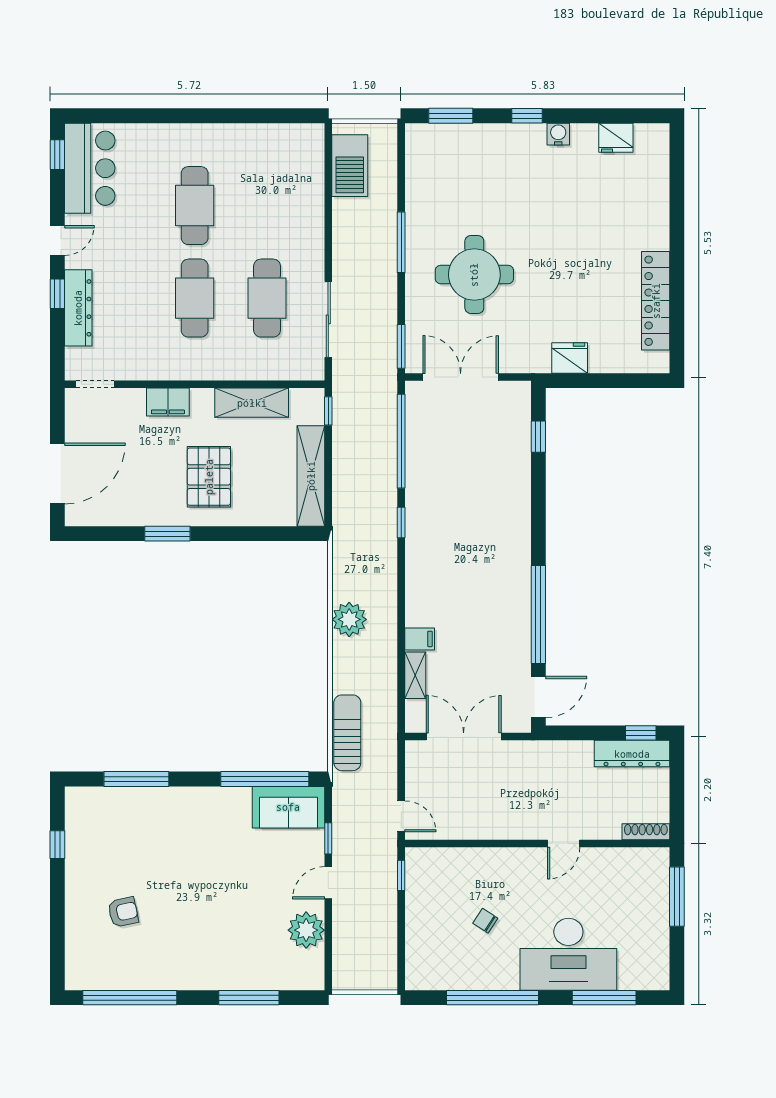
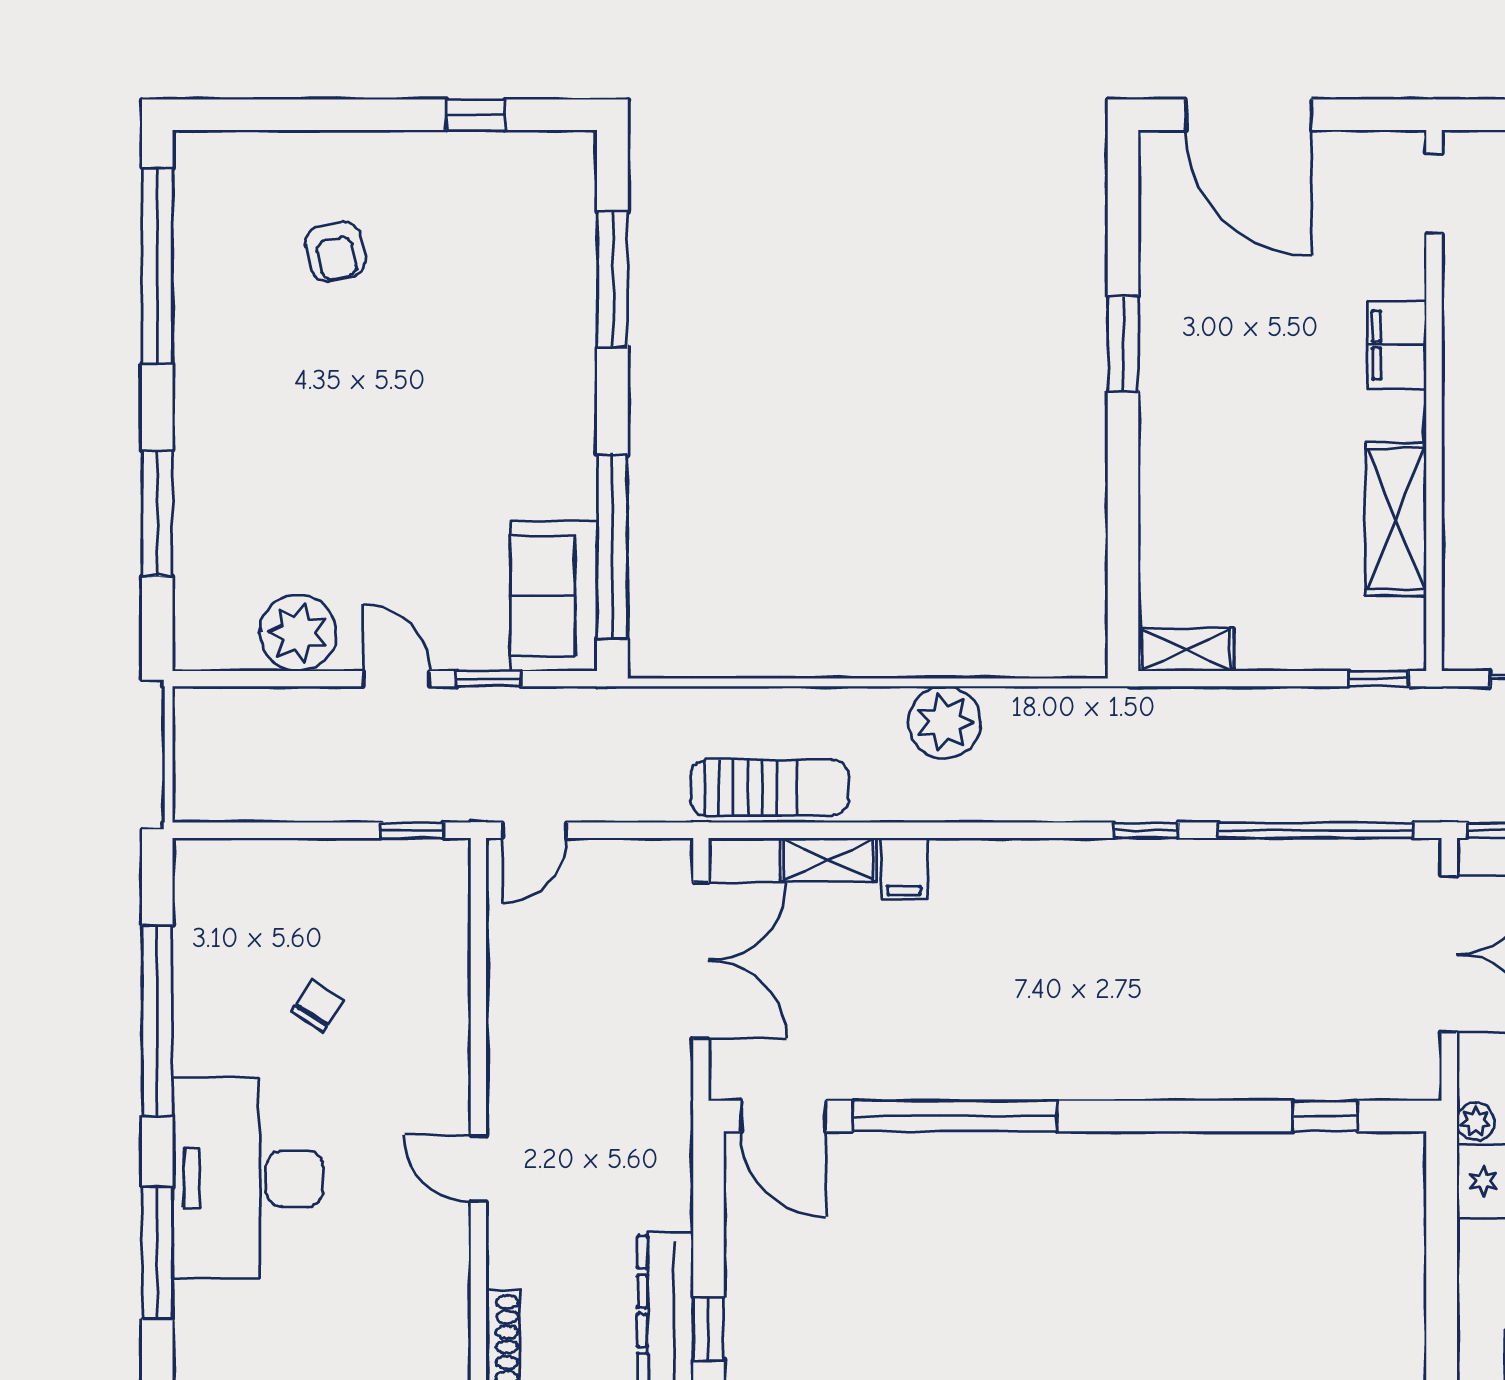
plant: (541, 364) -> (1476, 1121), added
shelving: (311, 476) -> (1186, 650), width x0.45, depth x0.75
pallet: (209, 477) -> (1242, 430), removed
sun lounger: (347, 733) -> (769, 788), moved

